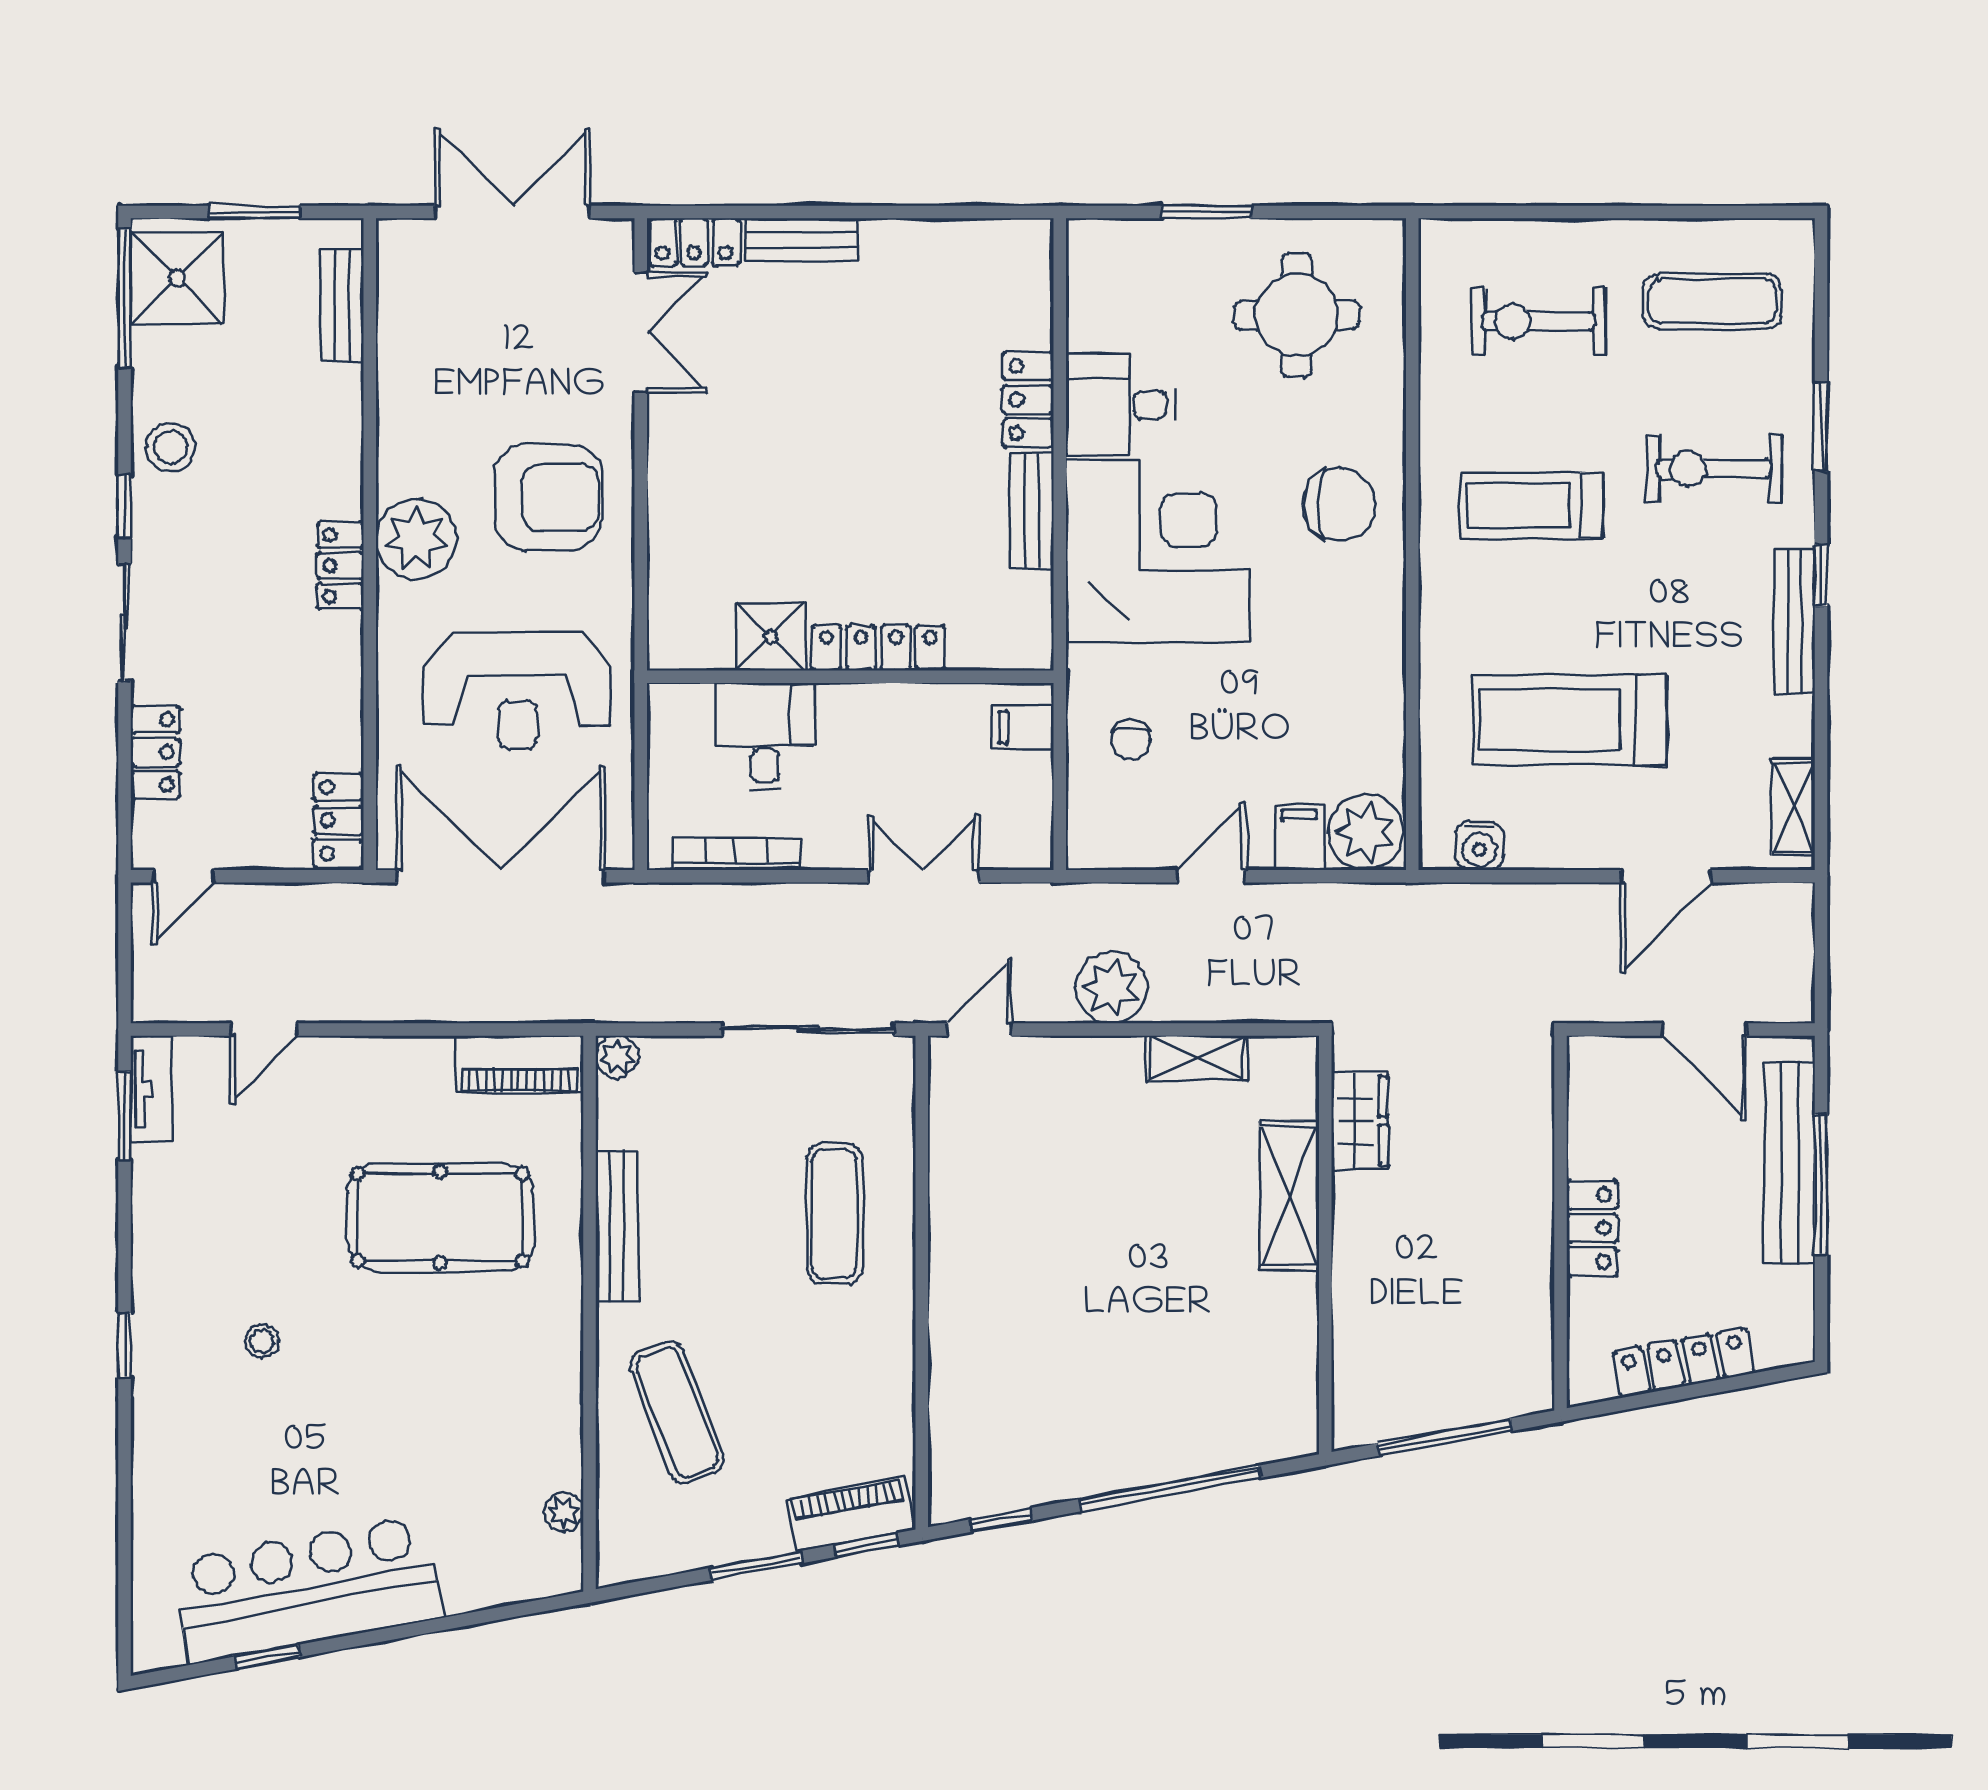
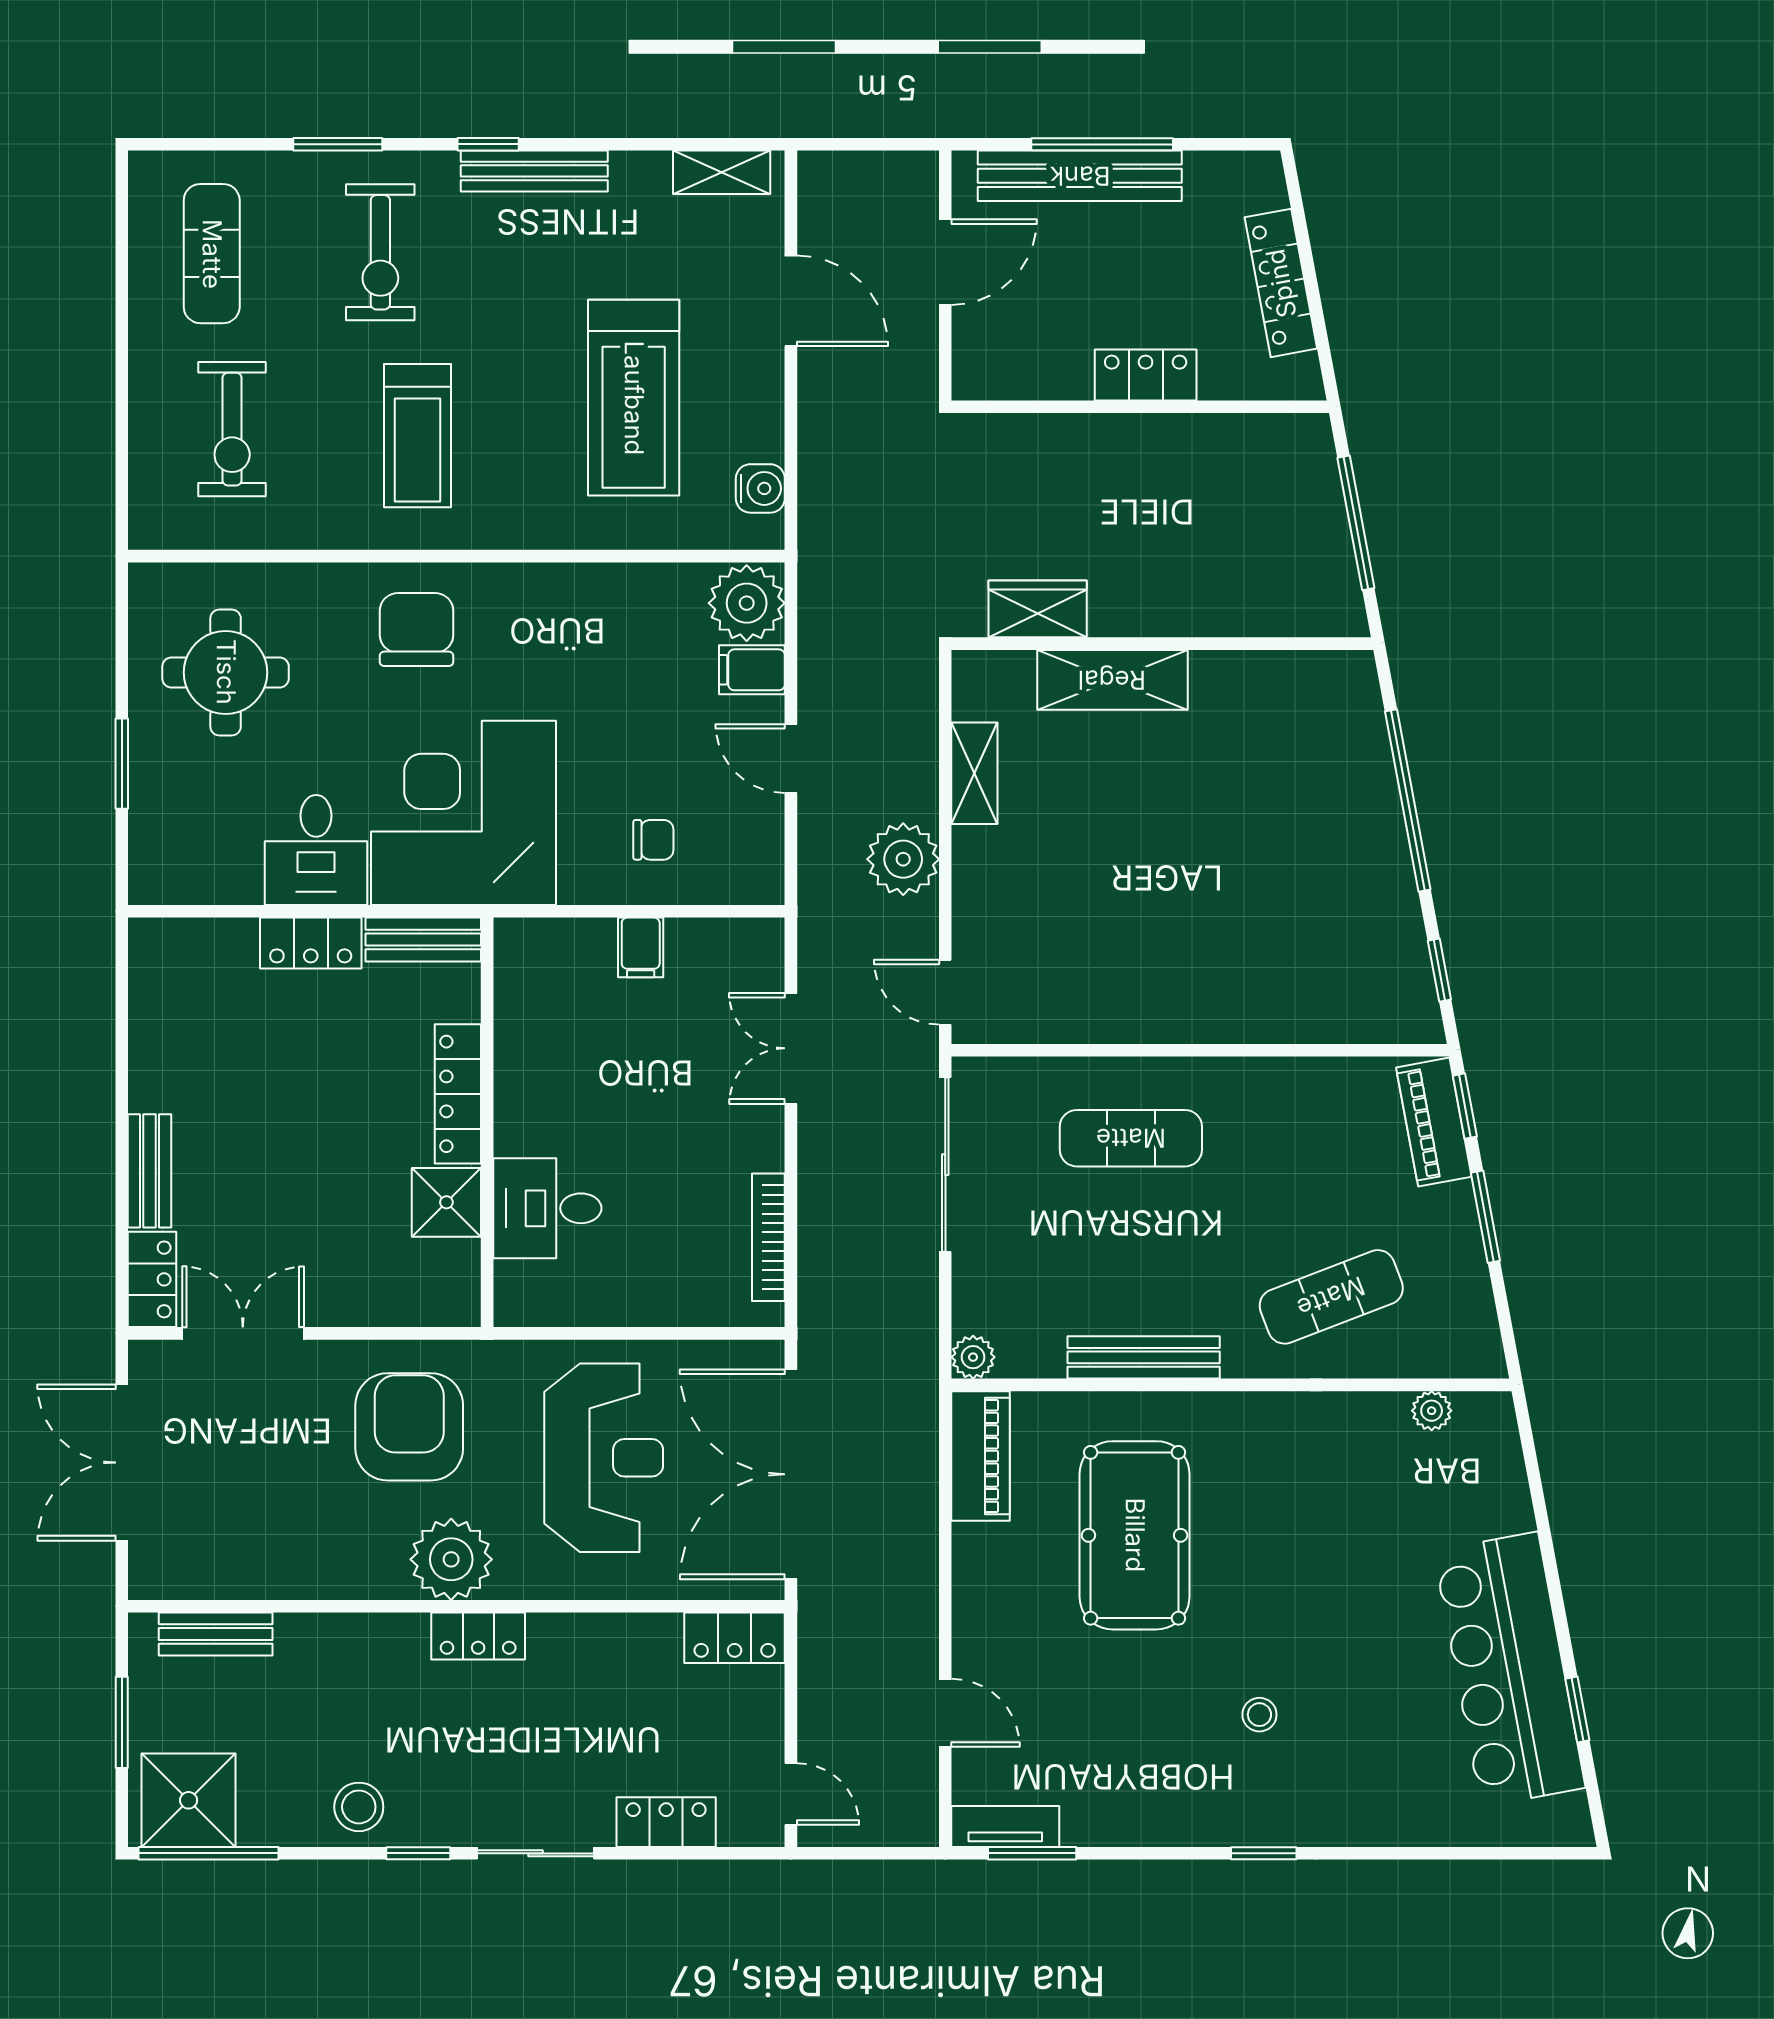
shower: (771, 636) -> (446, 1202), moved
locker: (878, 648) -> (458, 1094), moved
wall: (850, 677) -> (487, 1122), moved
desk: (765, 737) -> (547, 1208), moved

